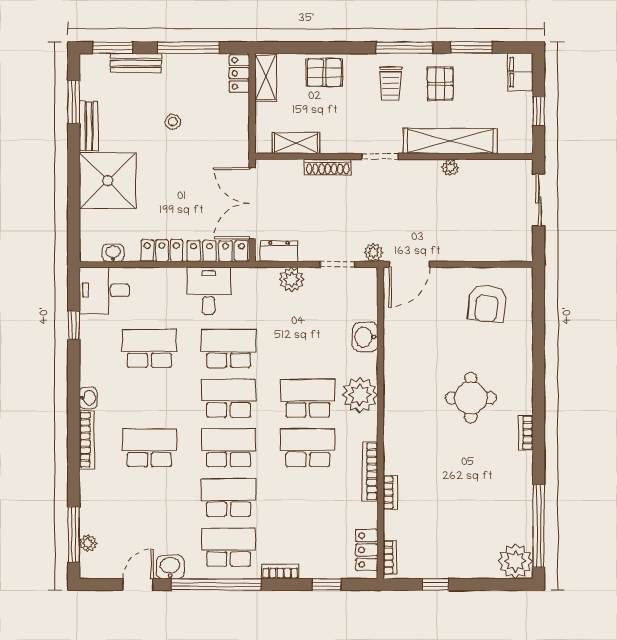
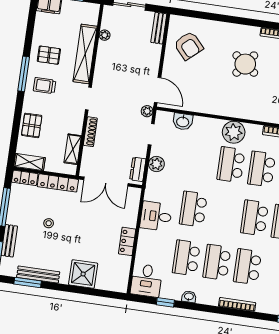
window: (472, 48) -> (30, 33), removed
trolley: (391, 84) -> (45, 86), turned 180
bench: (89, 126) -> (38, 275), width x1.36
plant: (450, 168) -> (105, 35), moved
shower: (108, 181) -> (83, 274), width x0.73, depth x0.73
locker: (217, 251) -> (58, 183), moved, turned -90
bench: (508, 252) -> (159, 28), added
washbasin: (113, 253) -> (124, 272), removed
armchair: (487, 303) -> (189, 46), turned 42
washbasin: (365, 337) -> (183, 122), moved
washbasin: (88, 398) -> (189, 297), moved
school desk: (229, 398) -> (217, 262), moved
round table: (471, 398) -> (245, 64), turned 37

